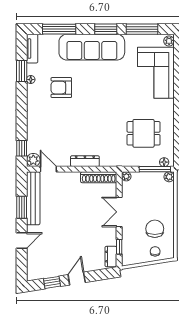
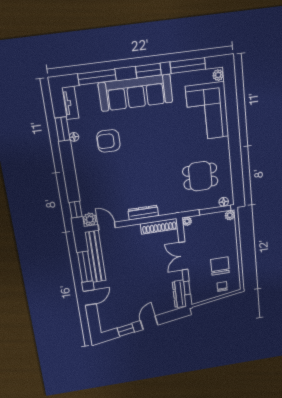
window: (22, 207) -> (85, 267), width x1.44
dresser: (111, 257) -> (179, 294), width x1.44

